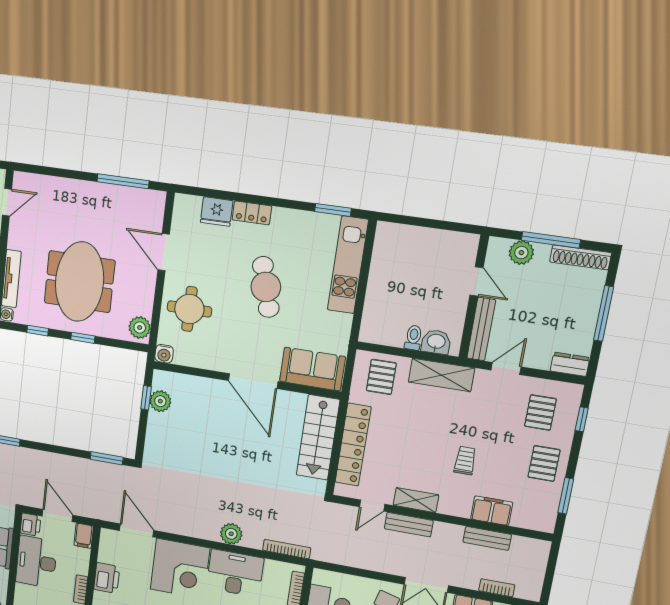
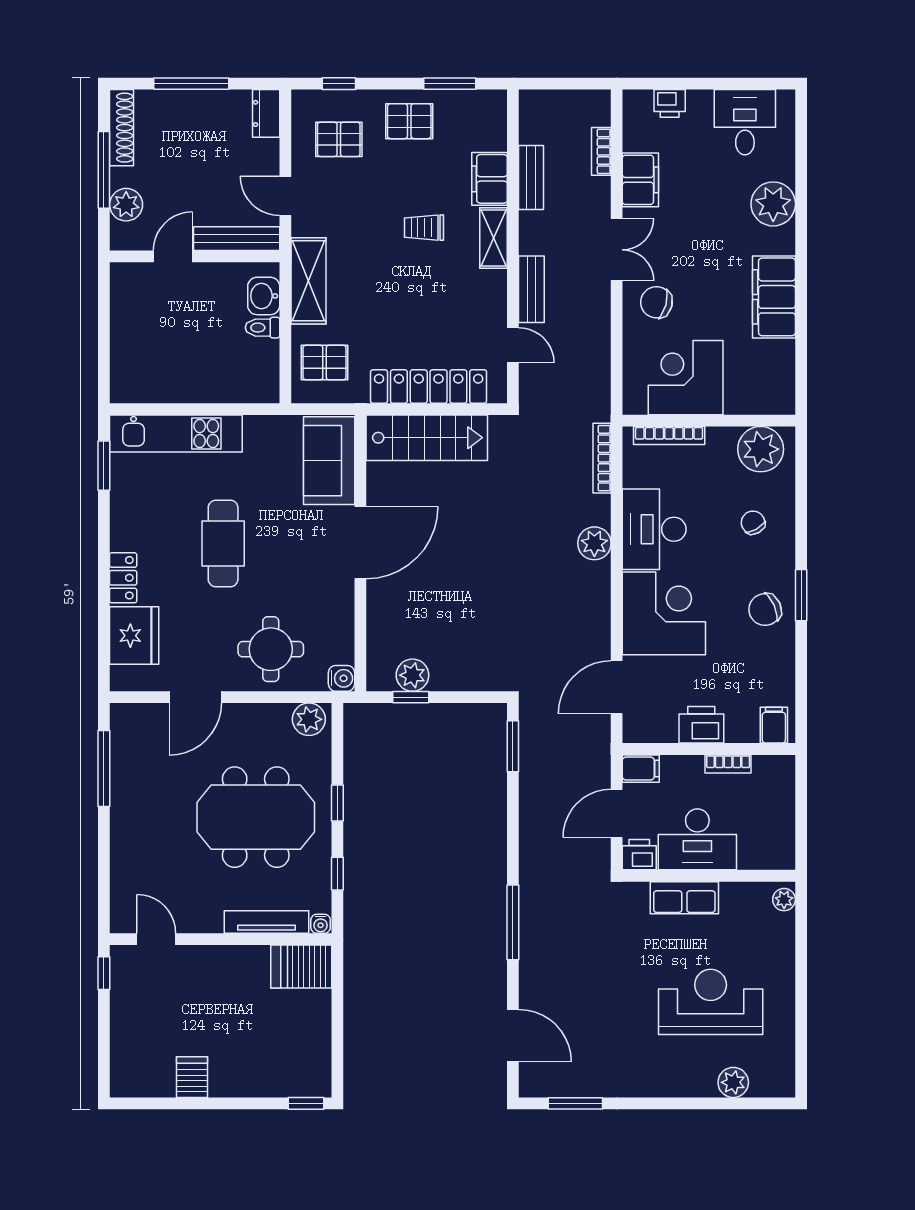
fridge: (217, 212) -> (134, 636), width x1.36, depth x1.34
cafe table: (266, 287) -> (223, 543), turned -74
shelving: (416, 500) -> (494, 238), moved

